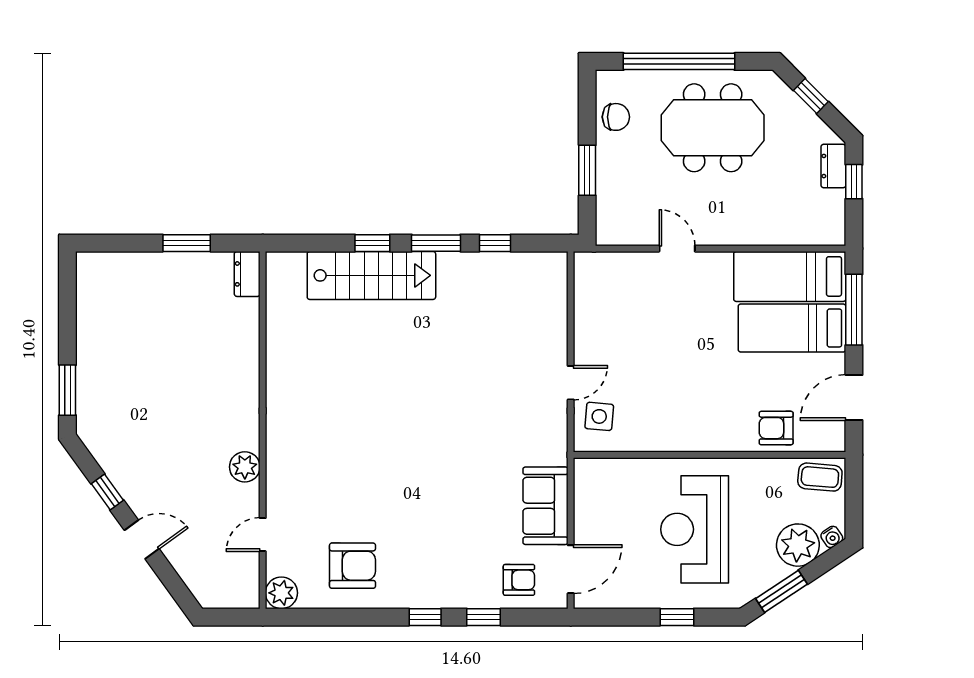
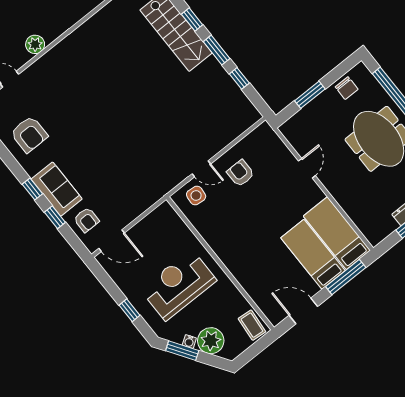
armchair: (776, 428) -> (241, 173), moved
sofa: (546, 506) -> (57, 189), moved, turned 90
water cooler: (832, 537) -> (189, 342), moved

